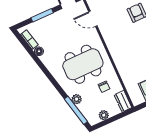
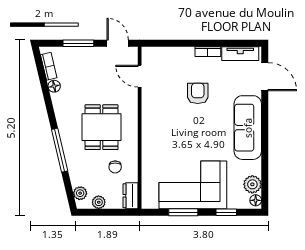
dining table: (83, 64) -> (102, 127), width x0.73
plant: (77, 99) -> (80, 193), moved
window: (76, 110) -> (60, 150), moved

